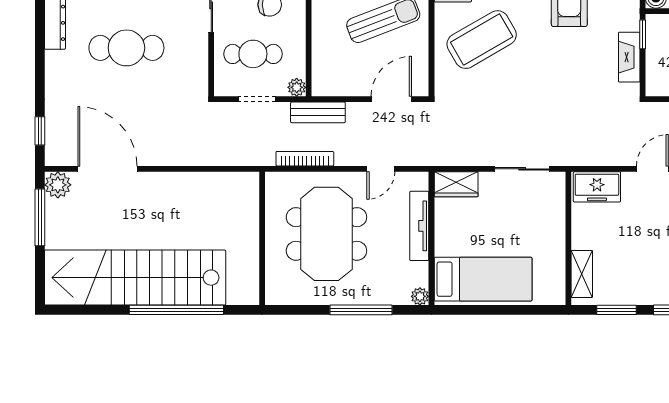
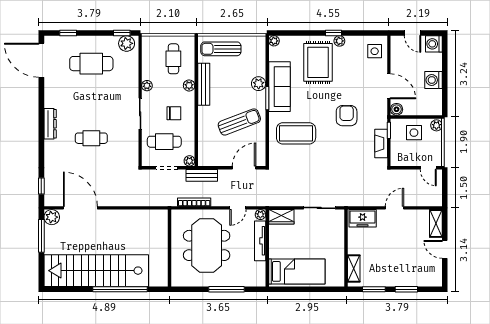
coffee table: (482, 40) -> (296, 133), turned 30
cafe table: (126, 48) -> (91, 138), width x0.73, depth x0.74
plant: (420, 296) -> (260, 215), moved

